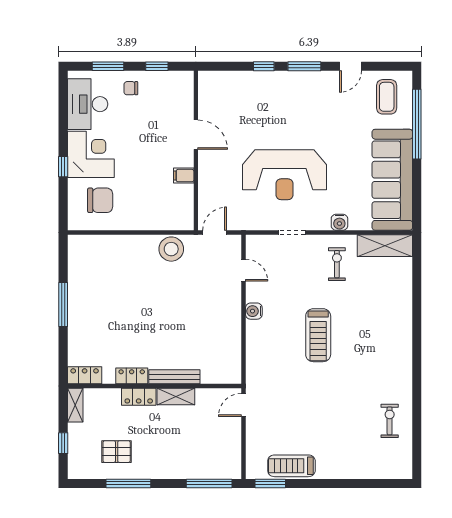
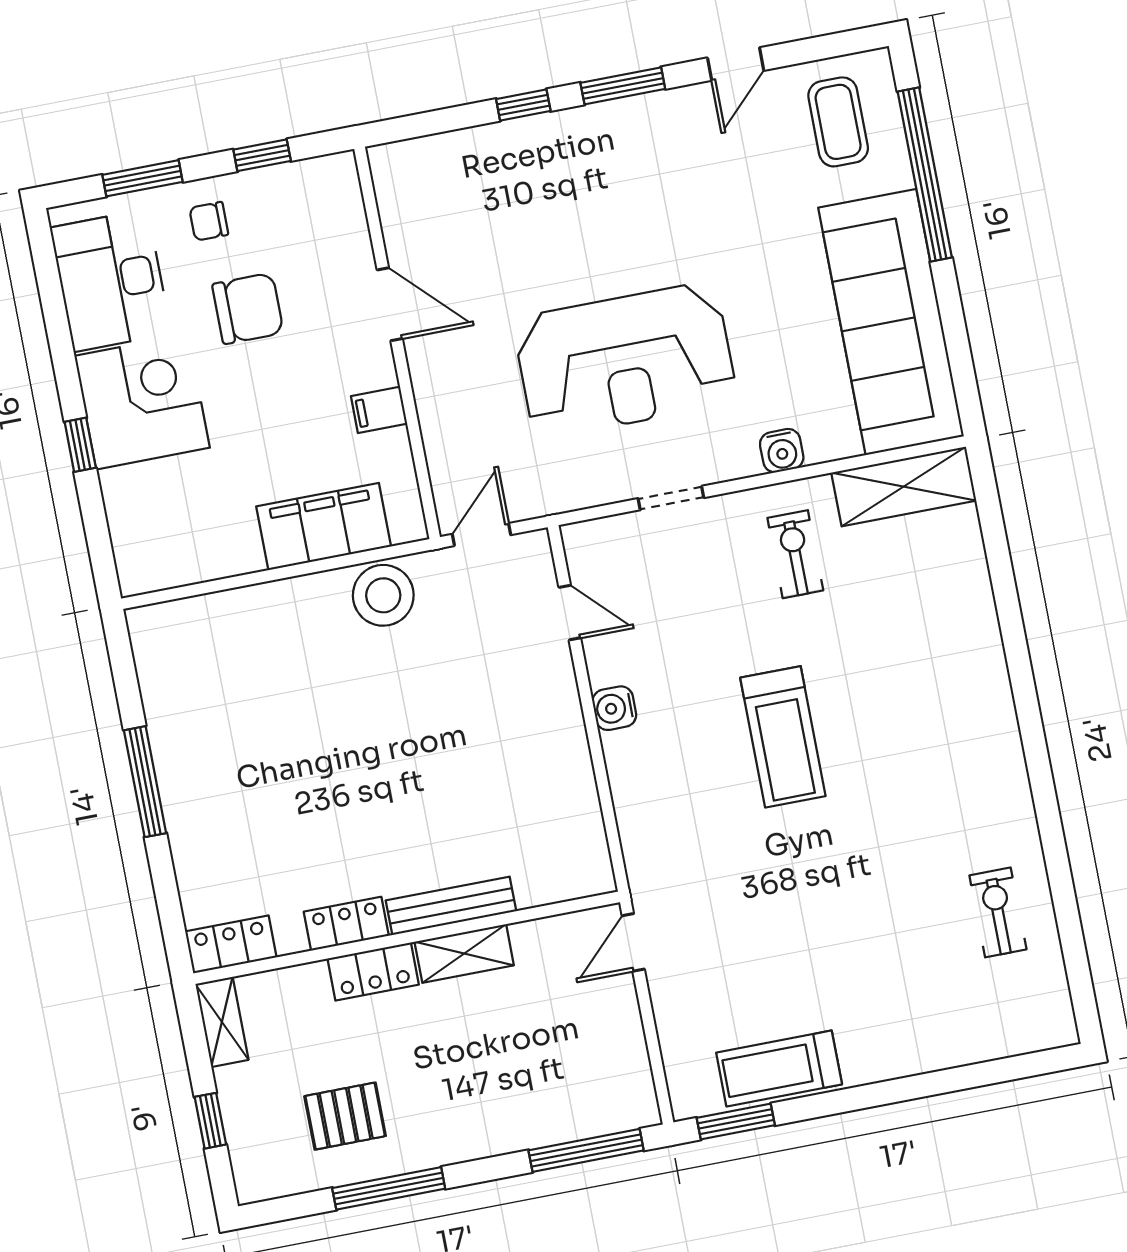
chair: (100, 200) -> (248, 308), moved
filing cabinet: (153, 217) -> (324, 527), added

